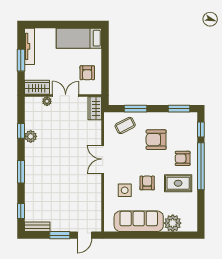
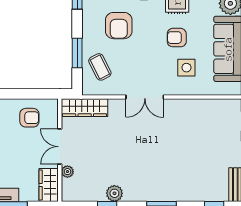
wardrobe: (95, 108) -> (85, 108), width x1.50

